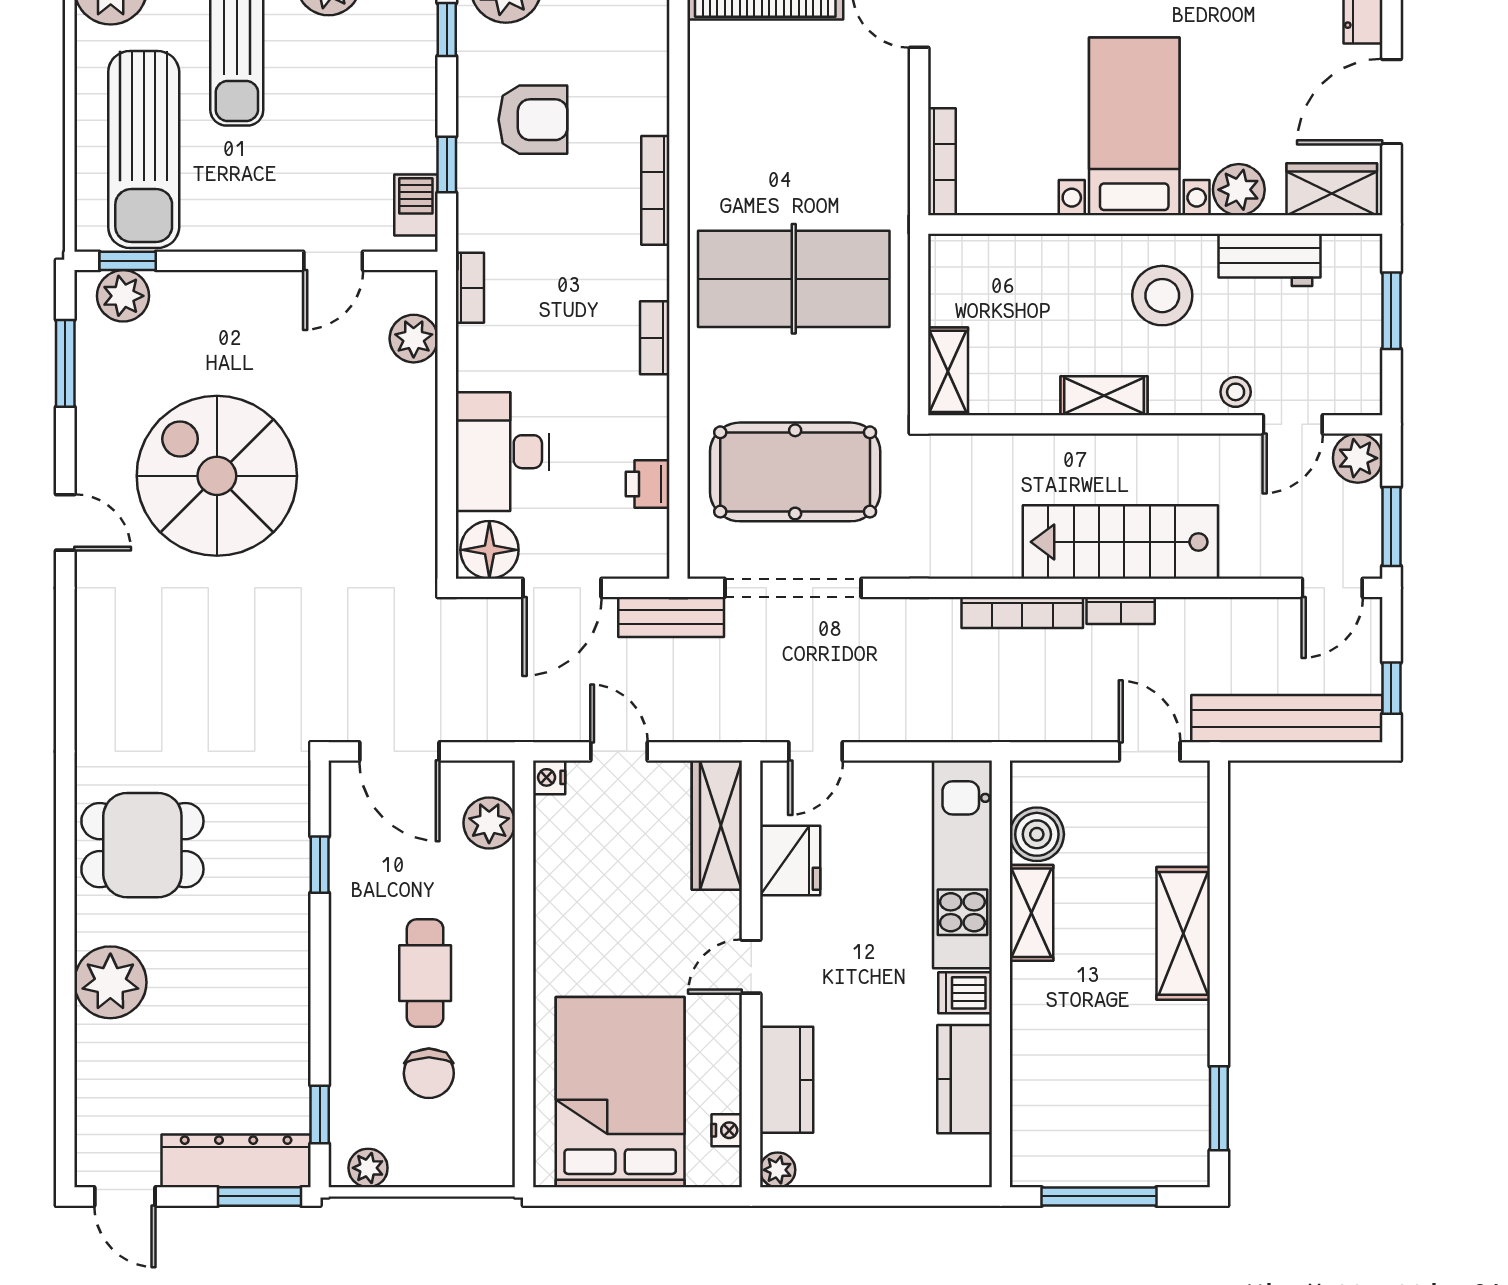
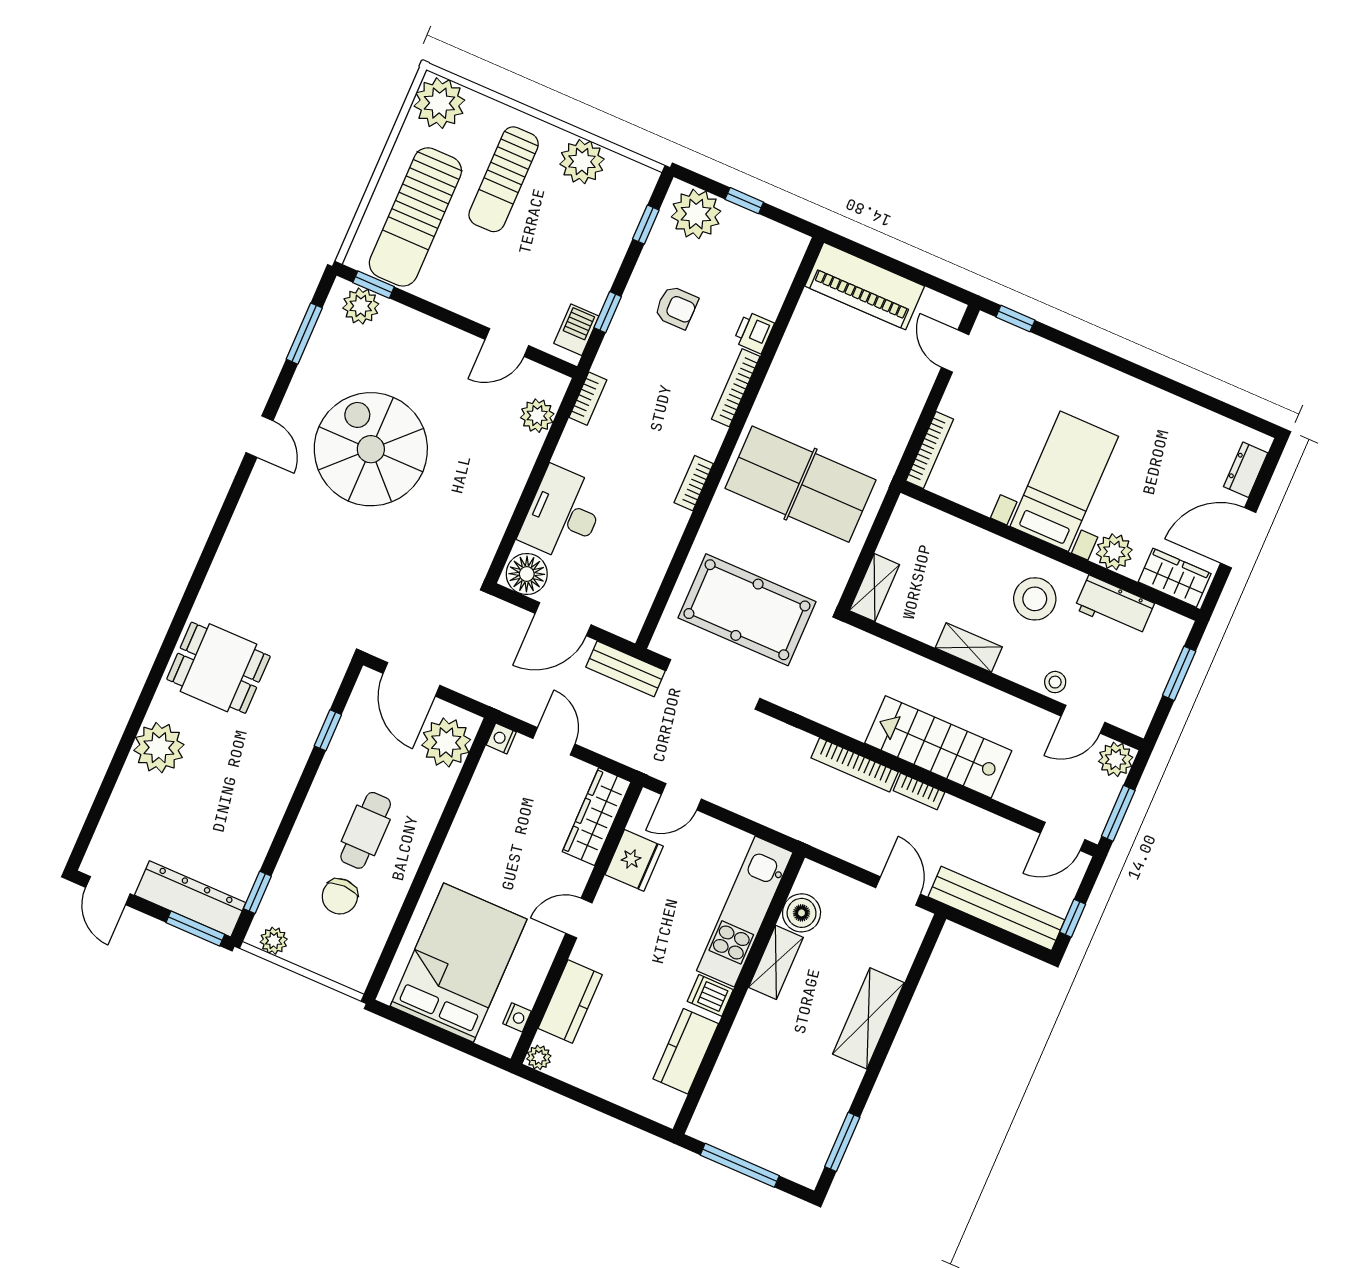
armchair: (533, 120) -> (676, 307), width x0.72, depth x0.72
printer: (648, 484) -> (754, 332), moved
plant: (489, 823) -> (446, 742), width x1.36, depth x1.36

